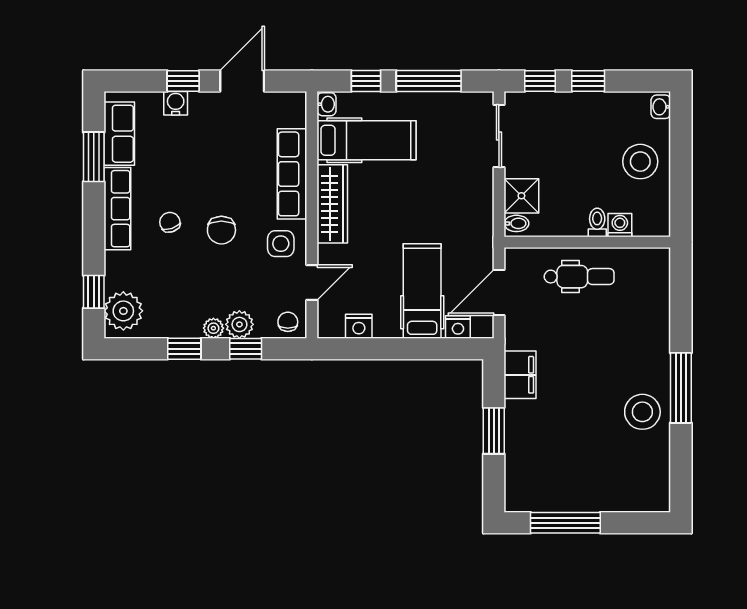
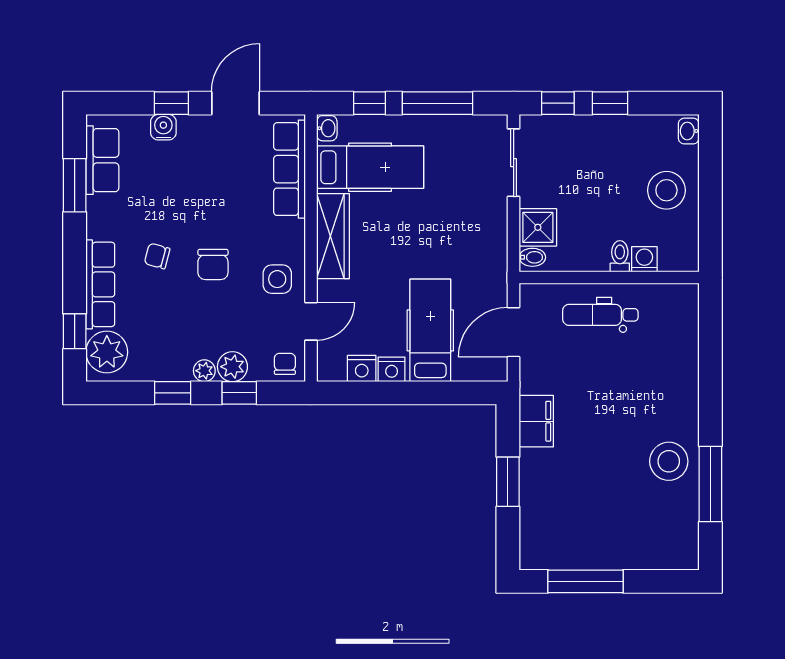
row of seats: (292, 174) -> (289, 169), moved
row of seats: (117, 209) -> (100, 284), moved
chair: (170, 222) -> (157, 256), turned -57
dental chair: (579, 277) -> (600, 315), turned 180
nightstand: (458, 327) -> (392, 369), moved
window: (681, 388) -> (710, 484), moved

